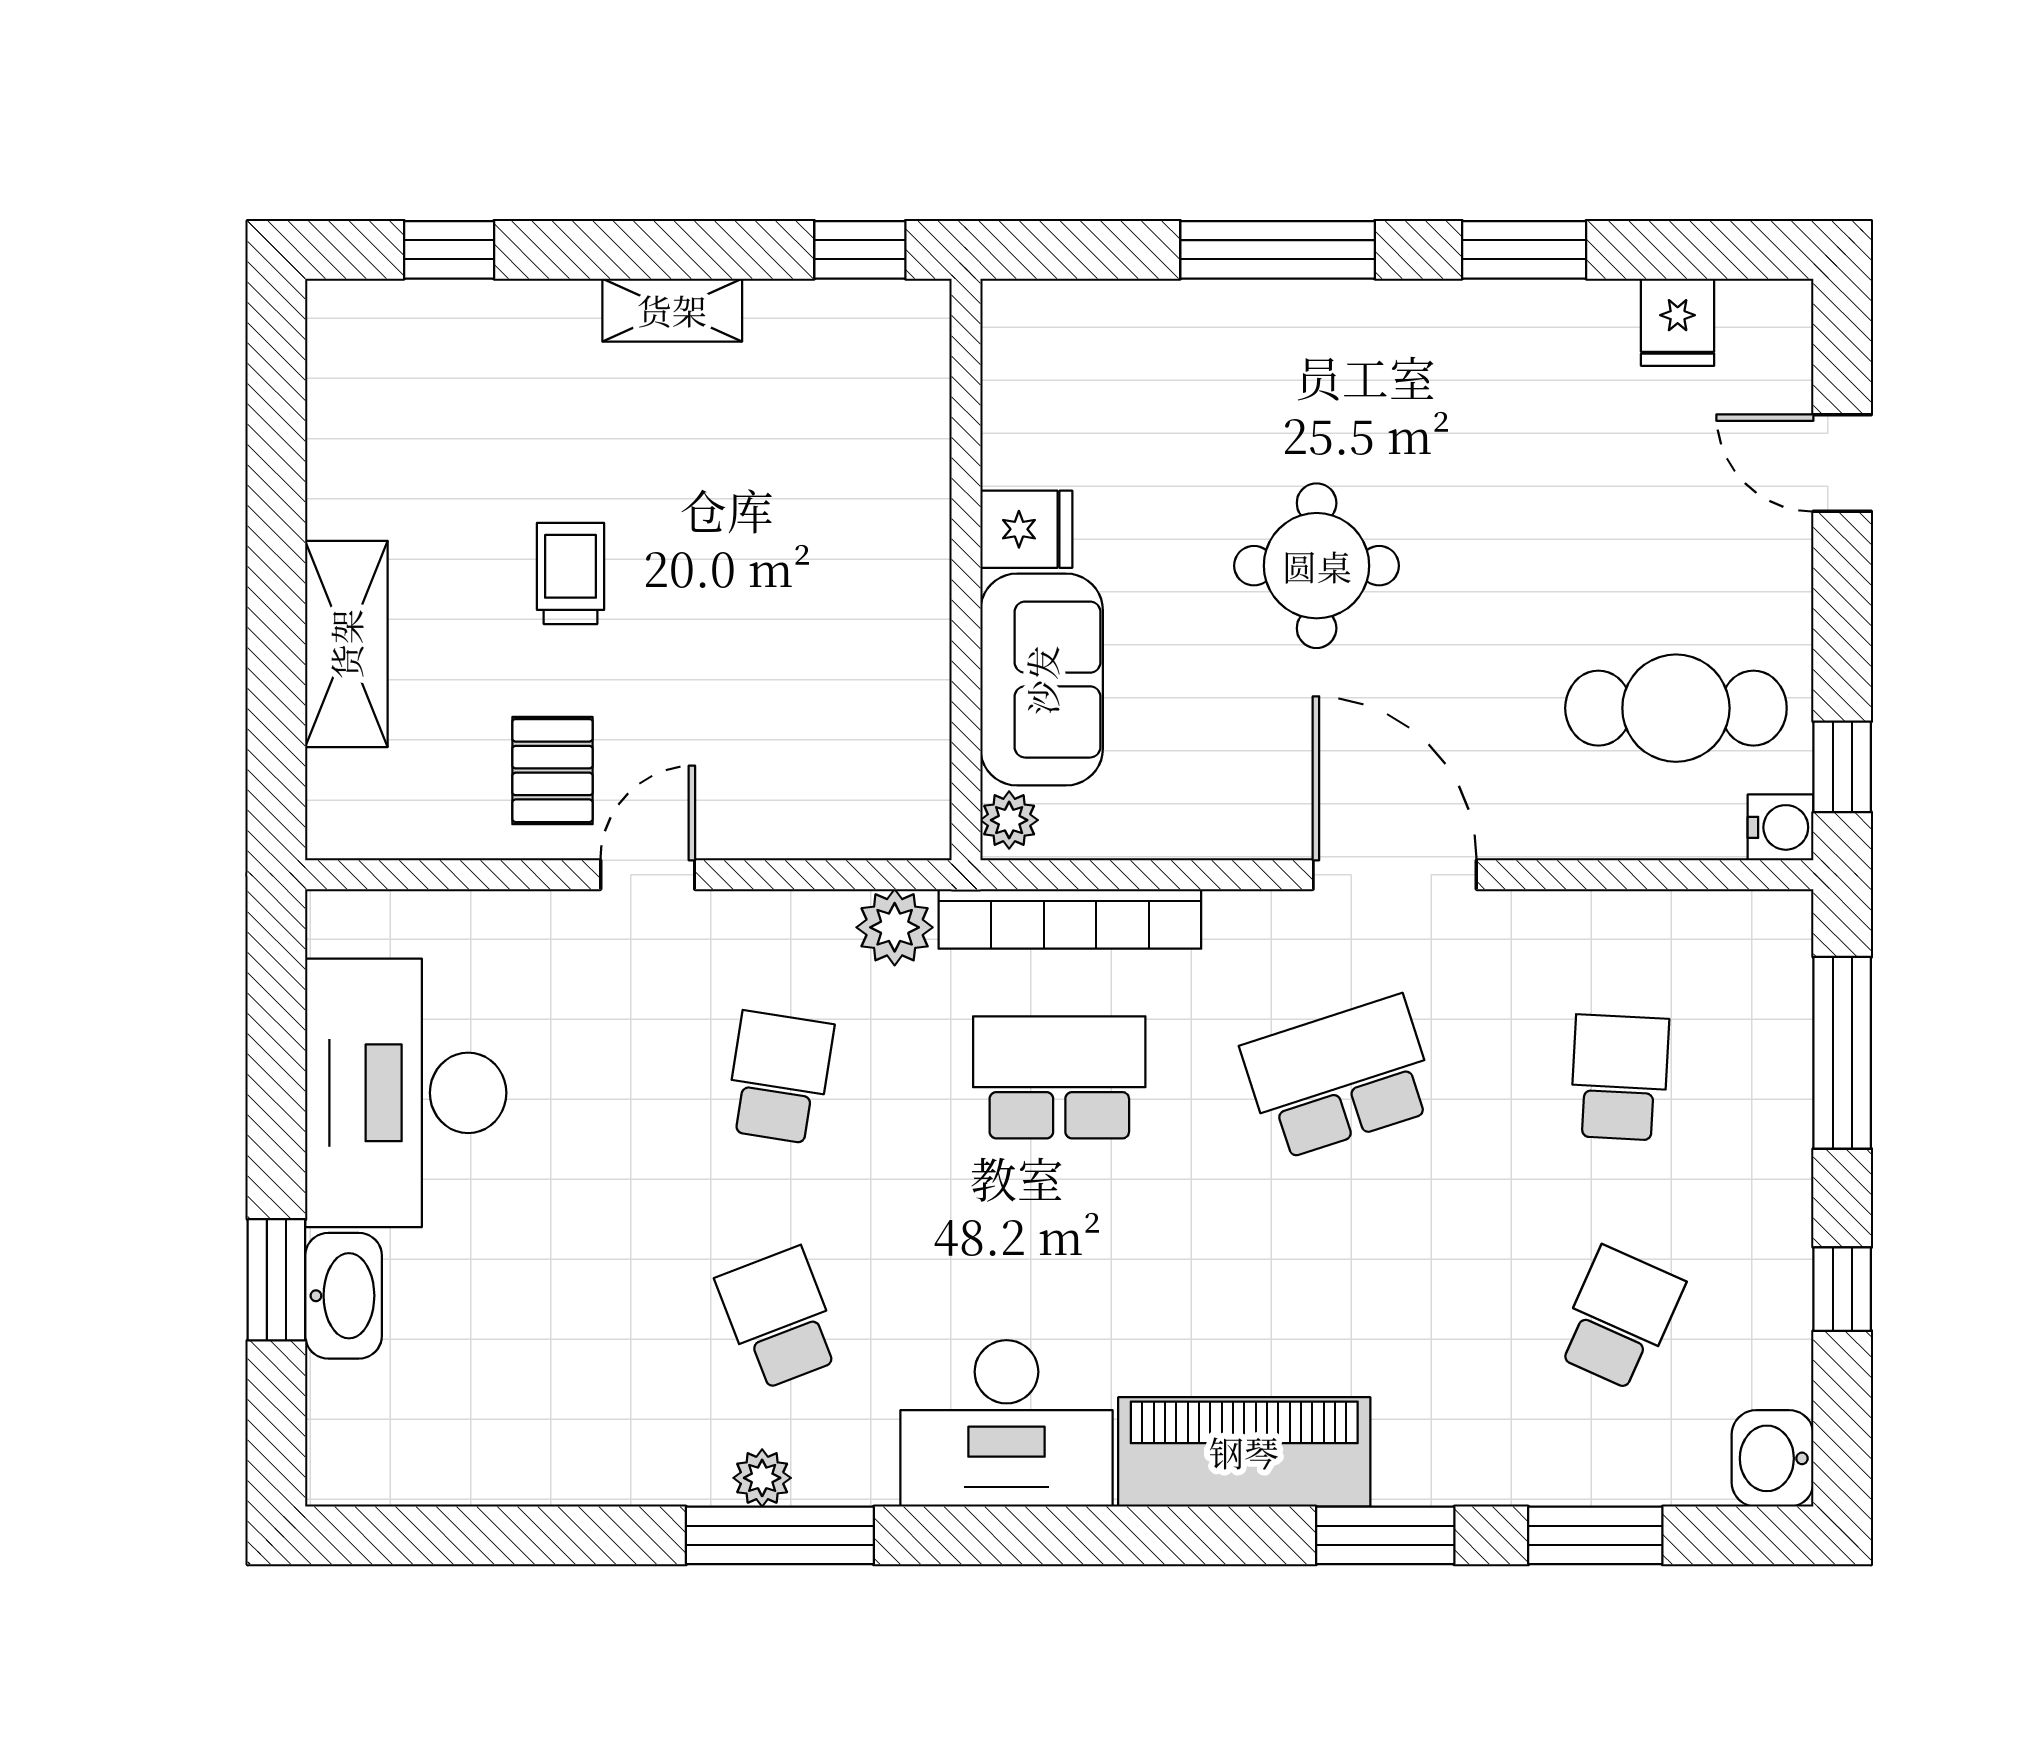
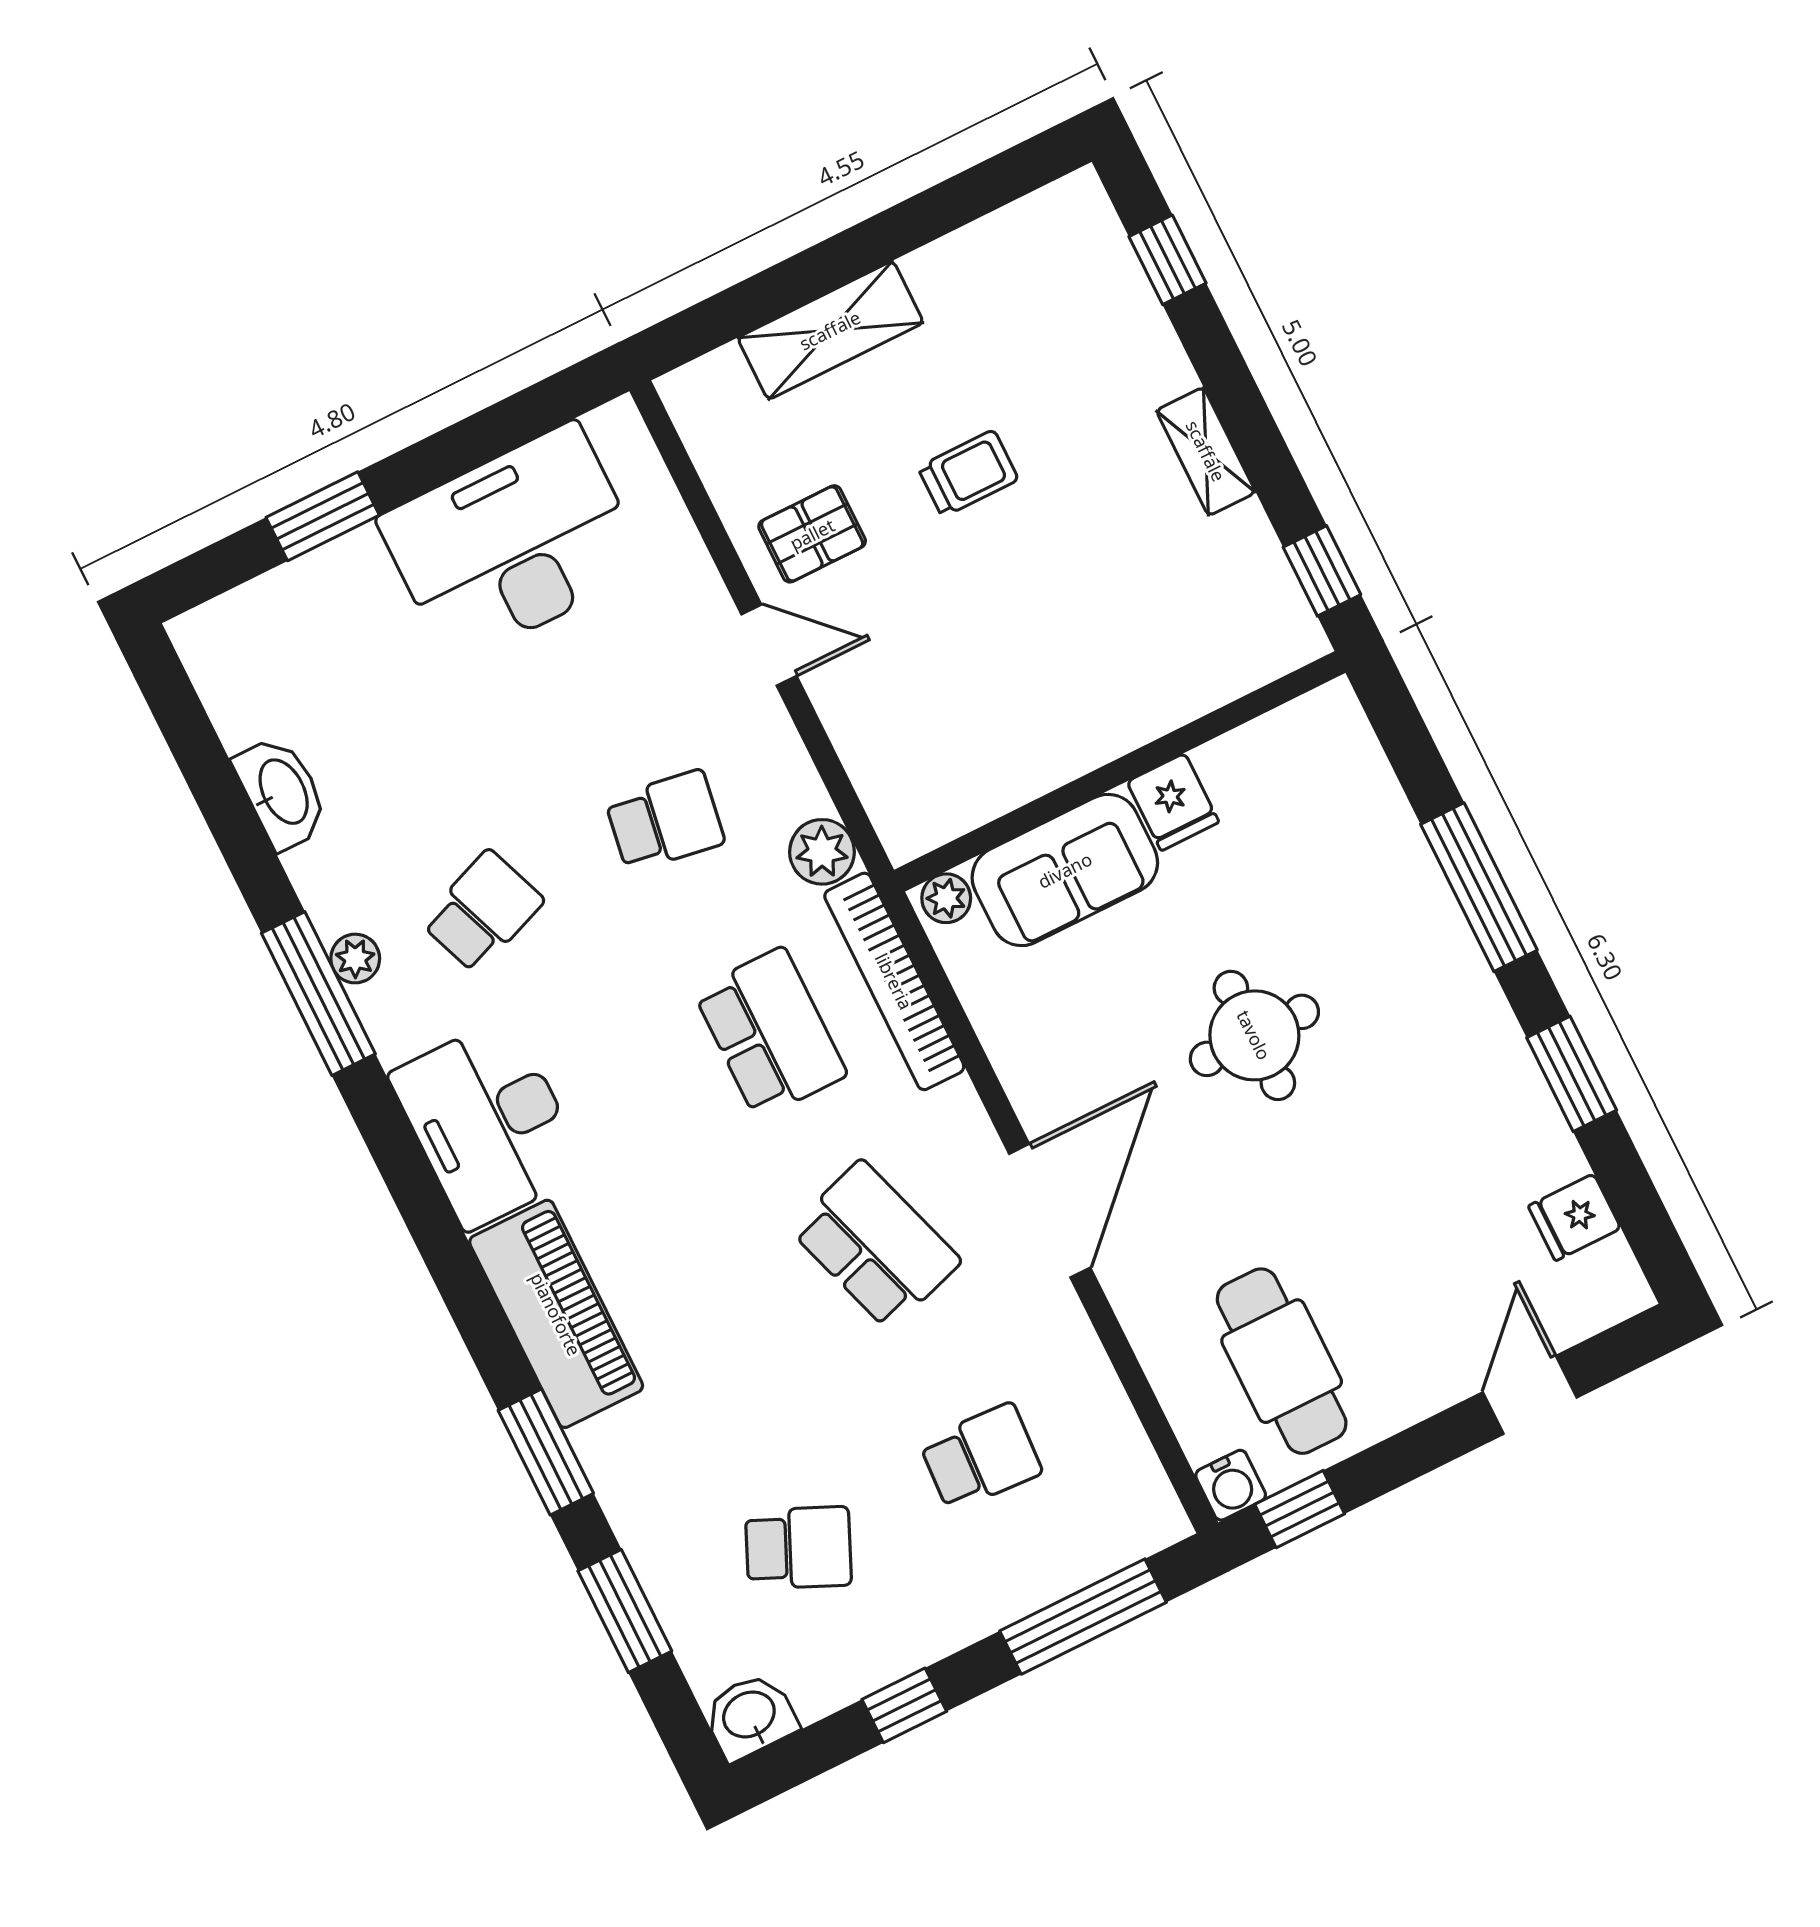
washbasin: (344, 1296) -> (282, 792), moved, turned -90

